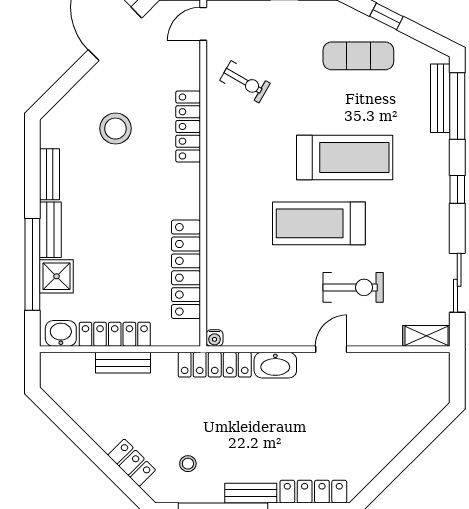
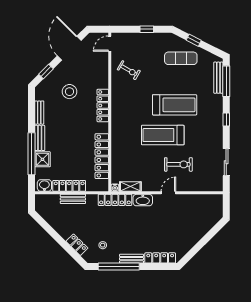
window: (64, 85) -> (46, 71), added
locker: (188, 126) -> (103, 105), moved
shelving: (426, 336) -> (130, 187), moved

